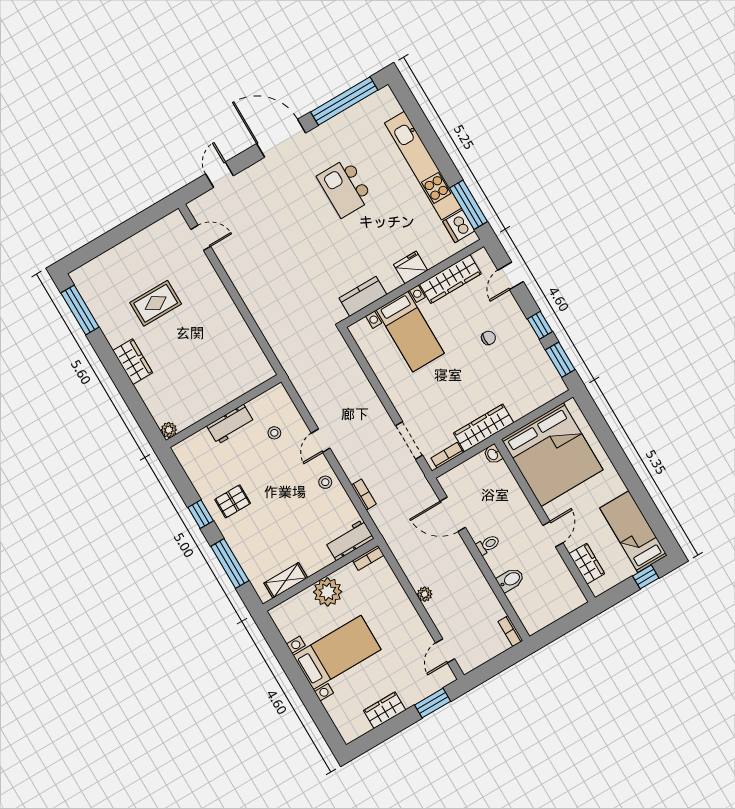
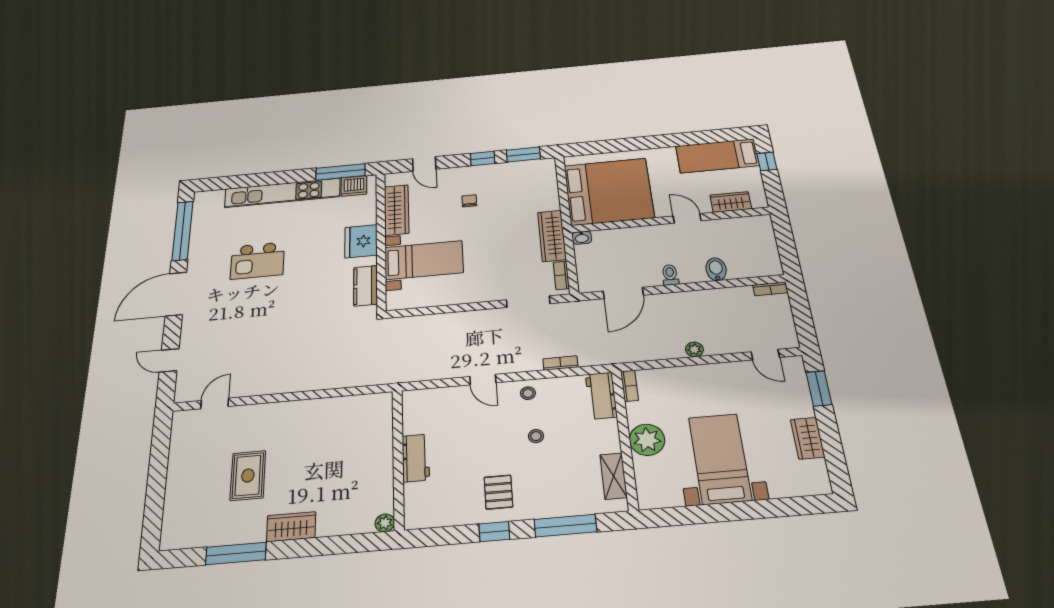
fridge: (411, 267) -> (361, 241), width x1.36, depth x1.34
window: (80, 310) -> (236, 553), moved
stool: (274, 433) -> (536, 436), moved

